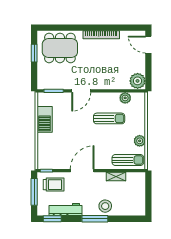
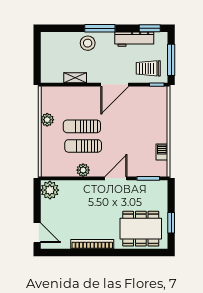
plant: (125, 98) -> (83, 170), moved
barbecue: (45, 119) -> (162, 152), width x0.53, depth x0.65
sun lounger: (128, 160) -> (82, 126), moved

